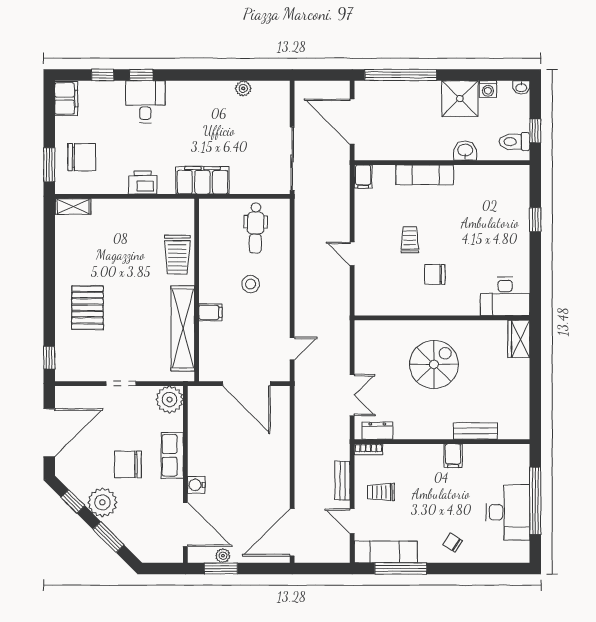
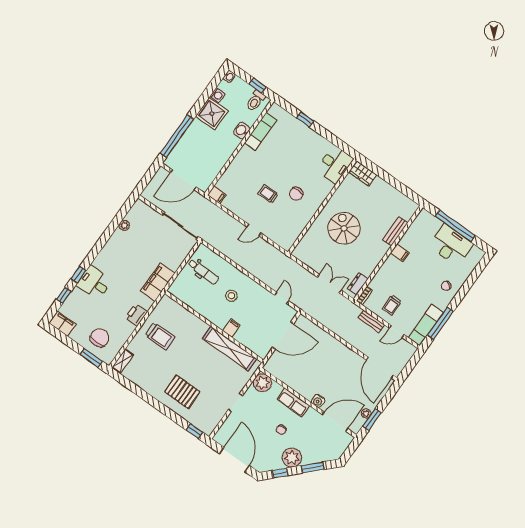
exam couch: (425, 175) -> (261, 131), moved
trolley: (177, 255) -> (160, 336), moved
chair: (128, 464) -> (281, 430), width x0.54, depth x0.54

